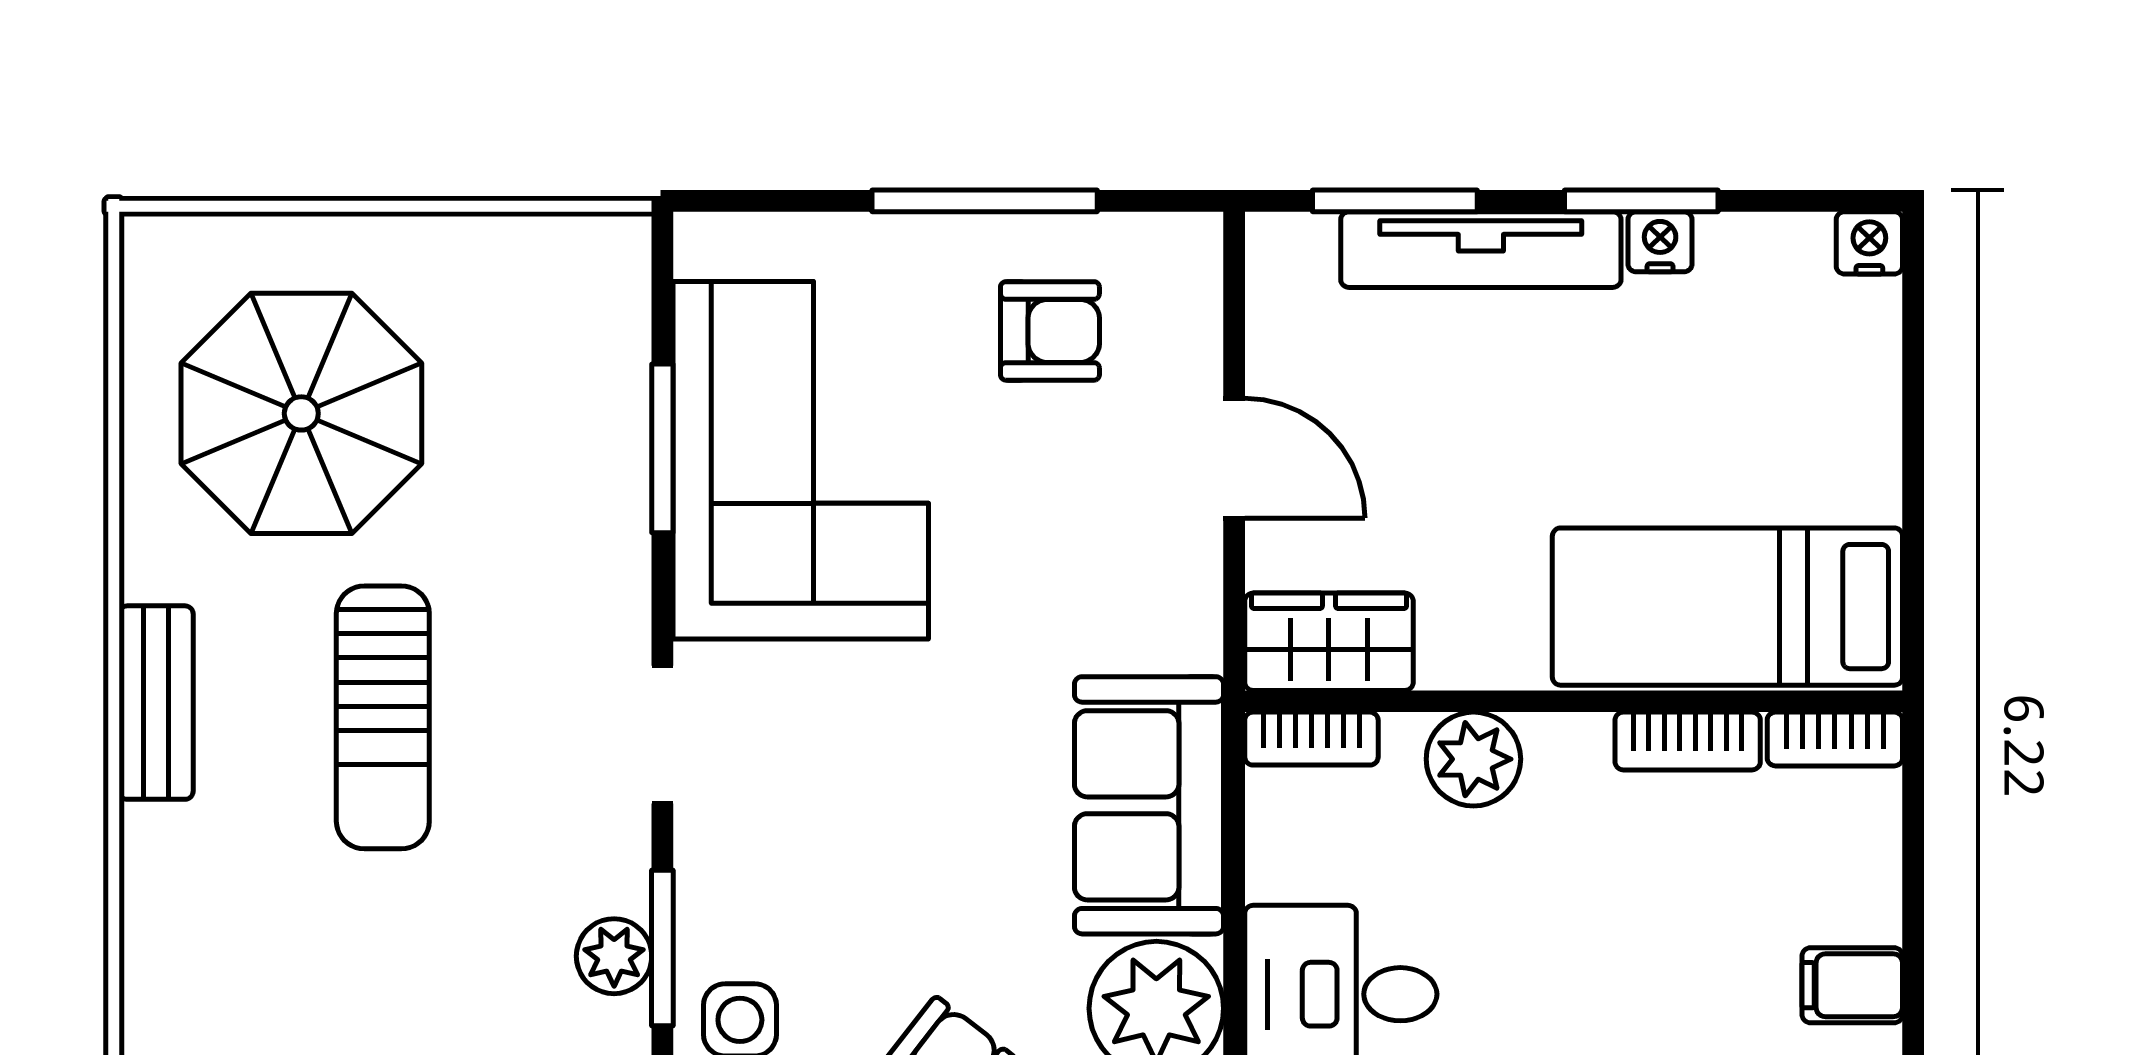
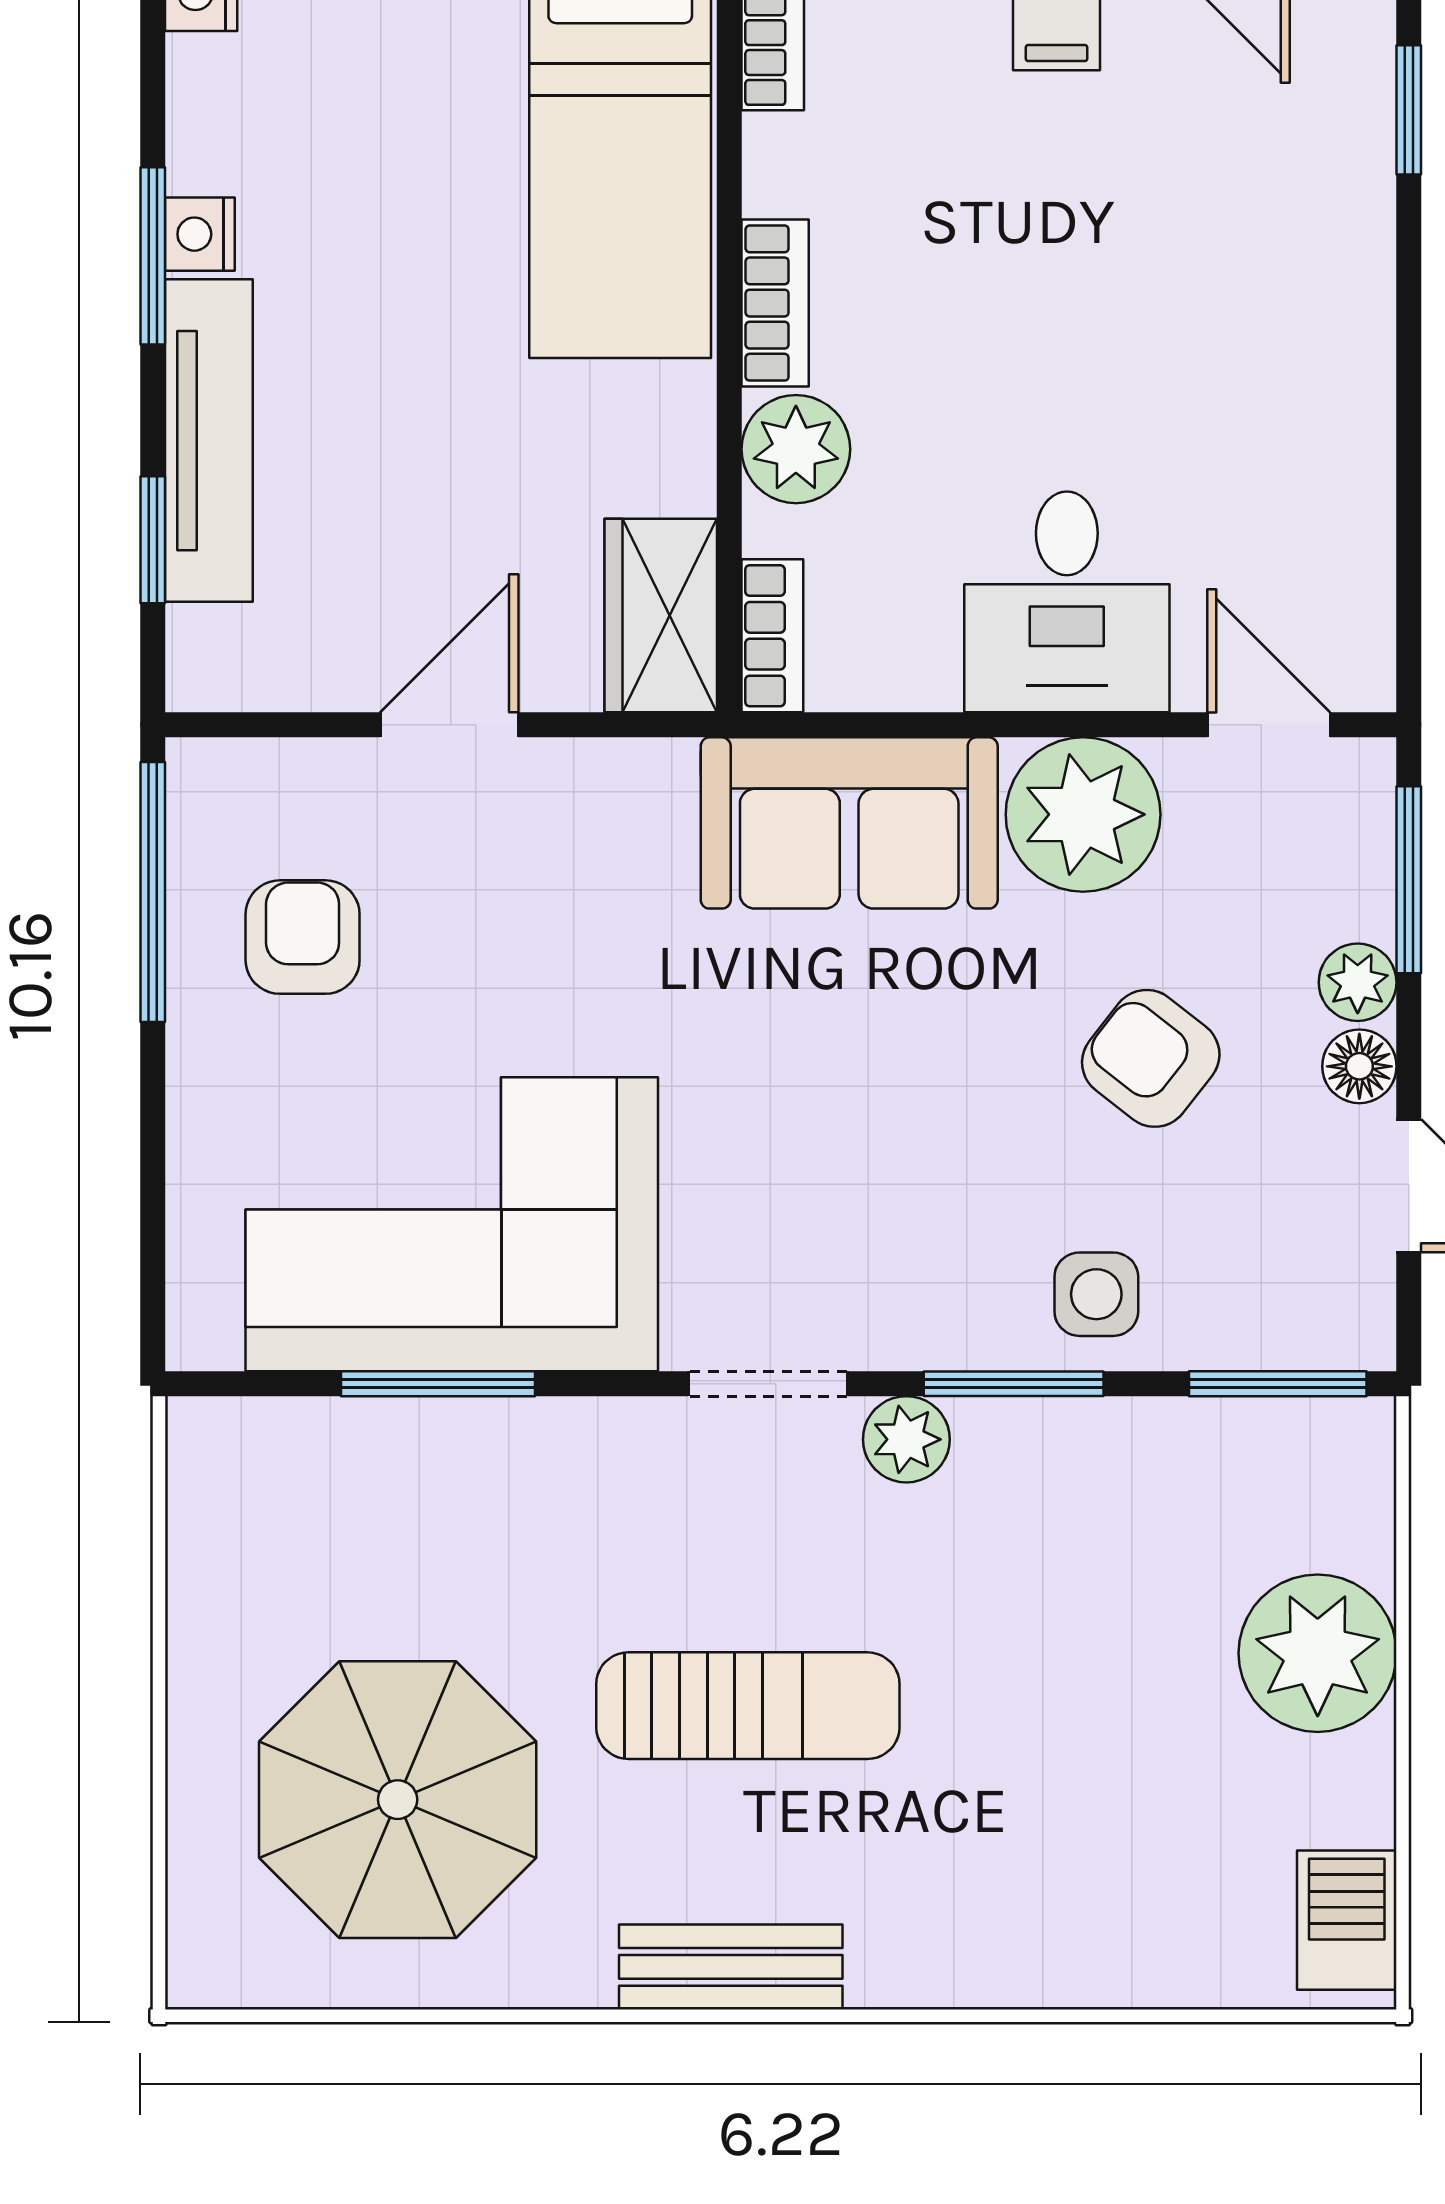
window: (985, 201) -> (153, 892), moved
window: (1395, 201) -> (153, 540), width x0.67
bookcase: (1688, 741) -> (775, 303), moved
plant: (614, 956) -> (906, 1439), moved

